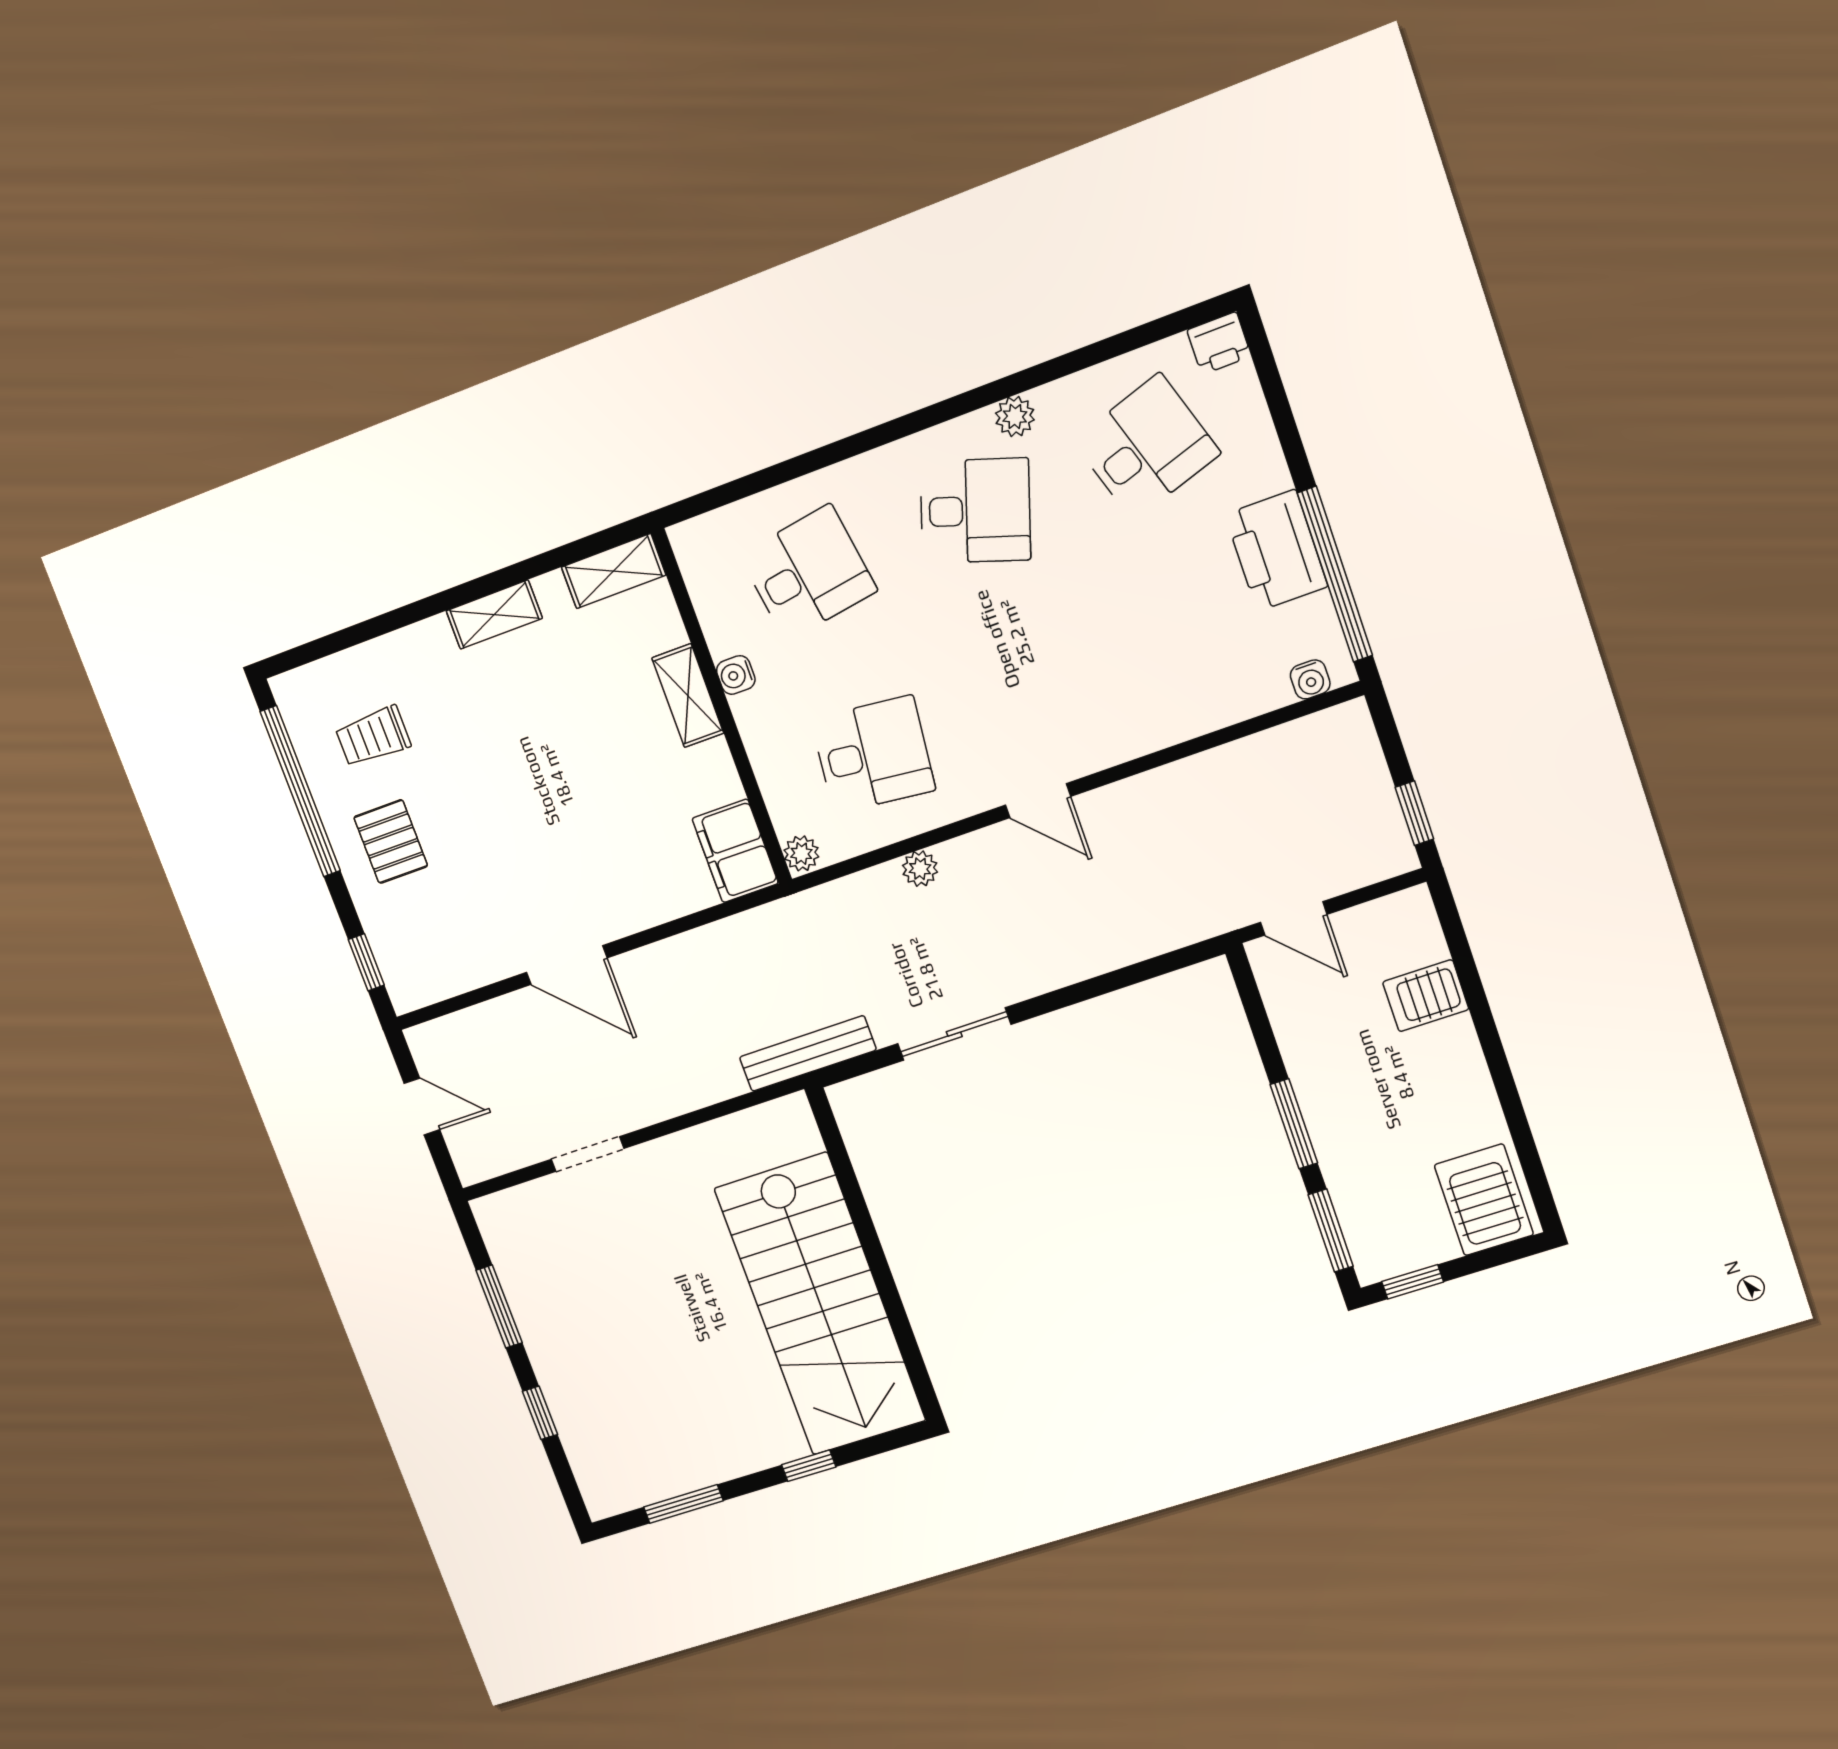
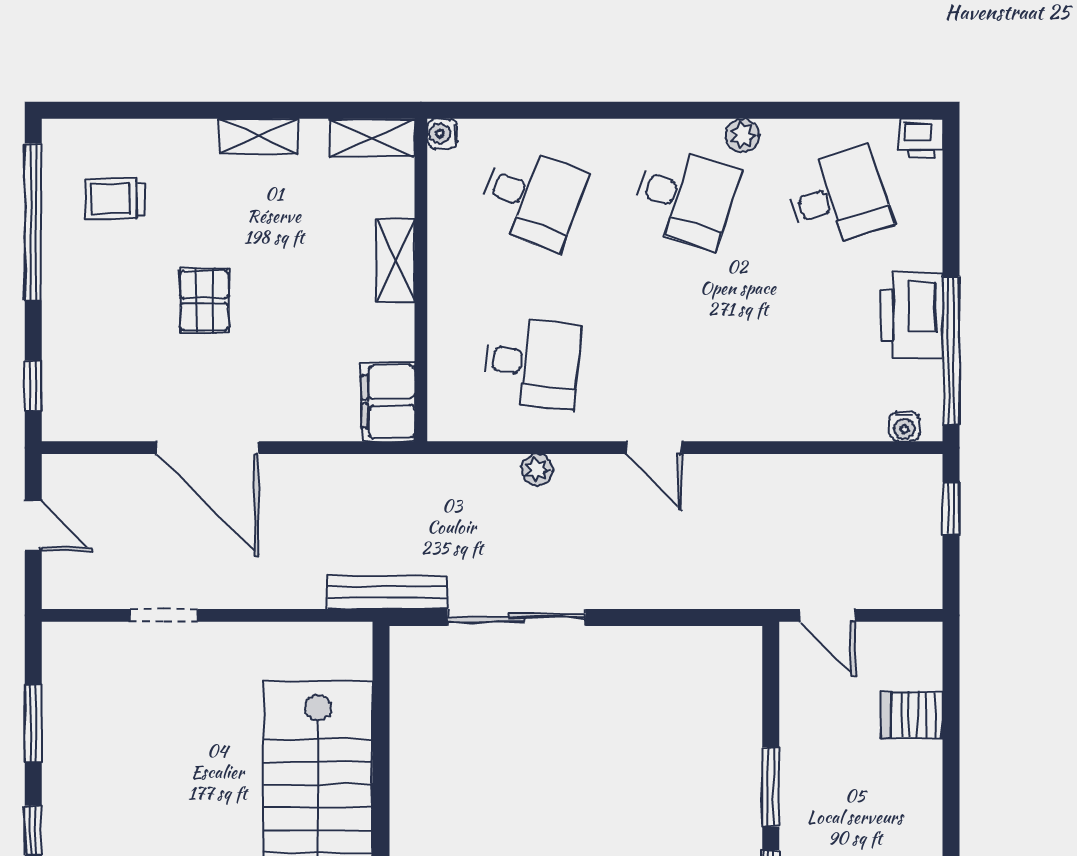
desk: (808, 573) -> (532, 197), turned 30
water cooler: (736, 675) -> (442, 134), moved
window: (1414, 813) -> (951, 509), moved
pallet: (391, 842) -> (204, 301), moved
plant: (801, 853) -> (443, 423), removed
door: (567, 965) -> (208, 448), width x1.36
sliding door: (954, 1034) -> (516, 617), width x1.37

